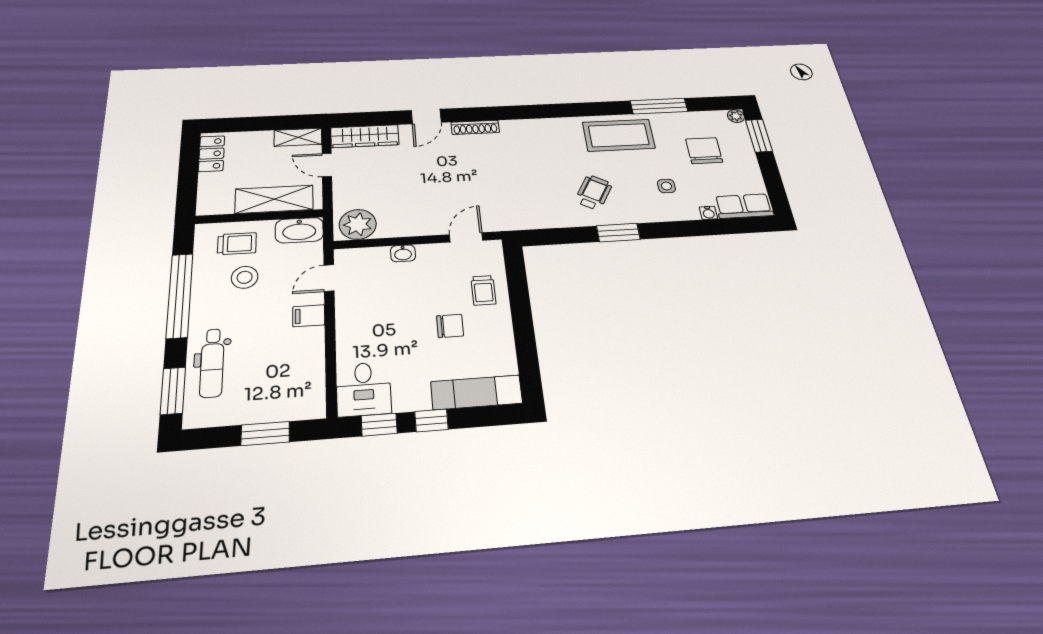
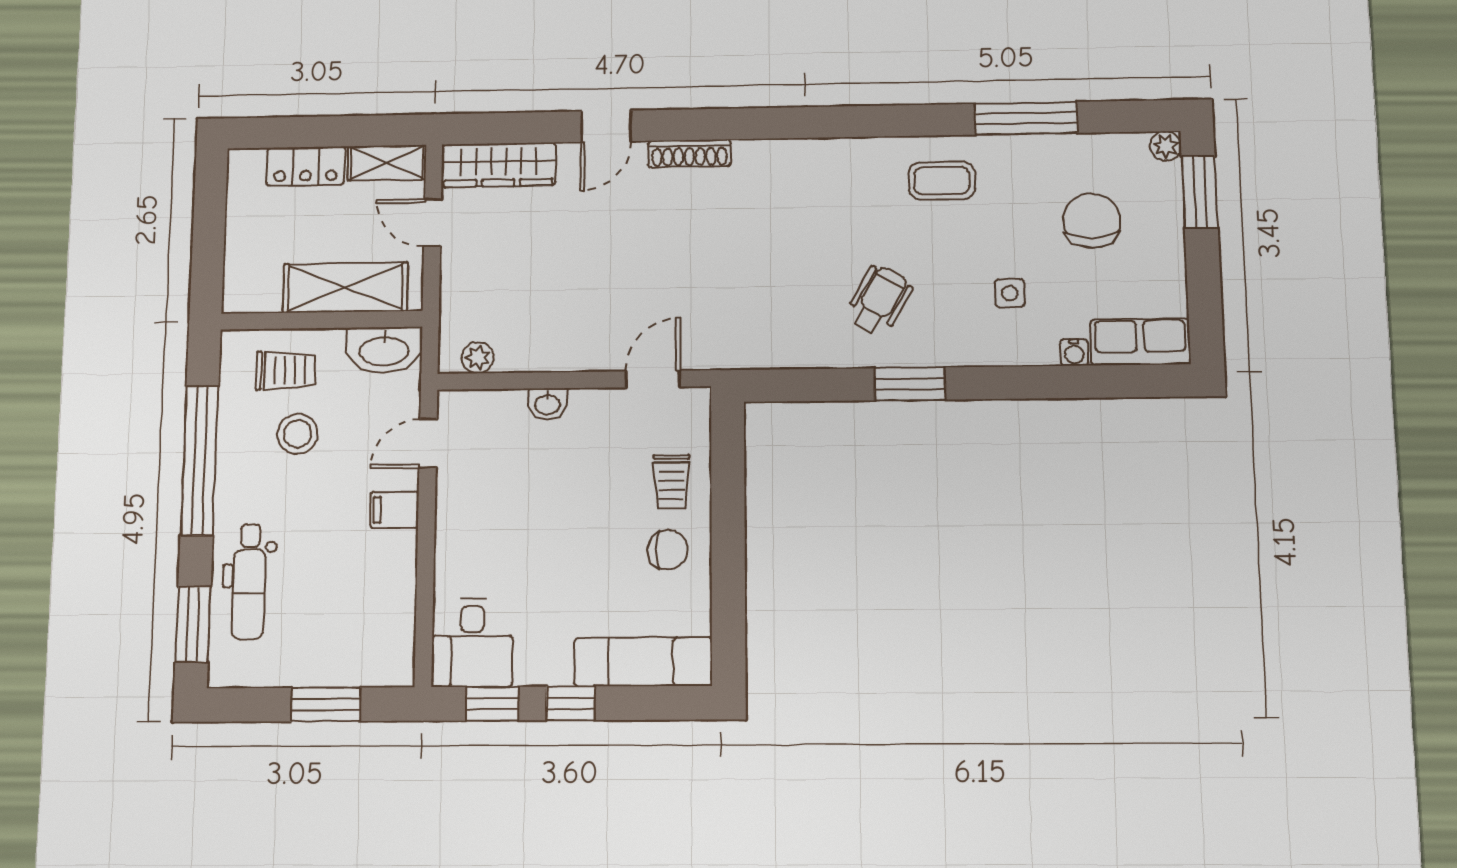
coffee table: (619, 135) -> (942, 181), width x0.54, depth x0.58
locker: (212, 154) -> (306, 166), moved, turned 90
plant: (358, 224) -> (478, 358), width x0.53, depth x0.53
chair: (450, 326) -> (668, 550), moved

